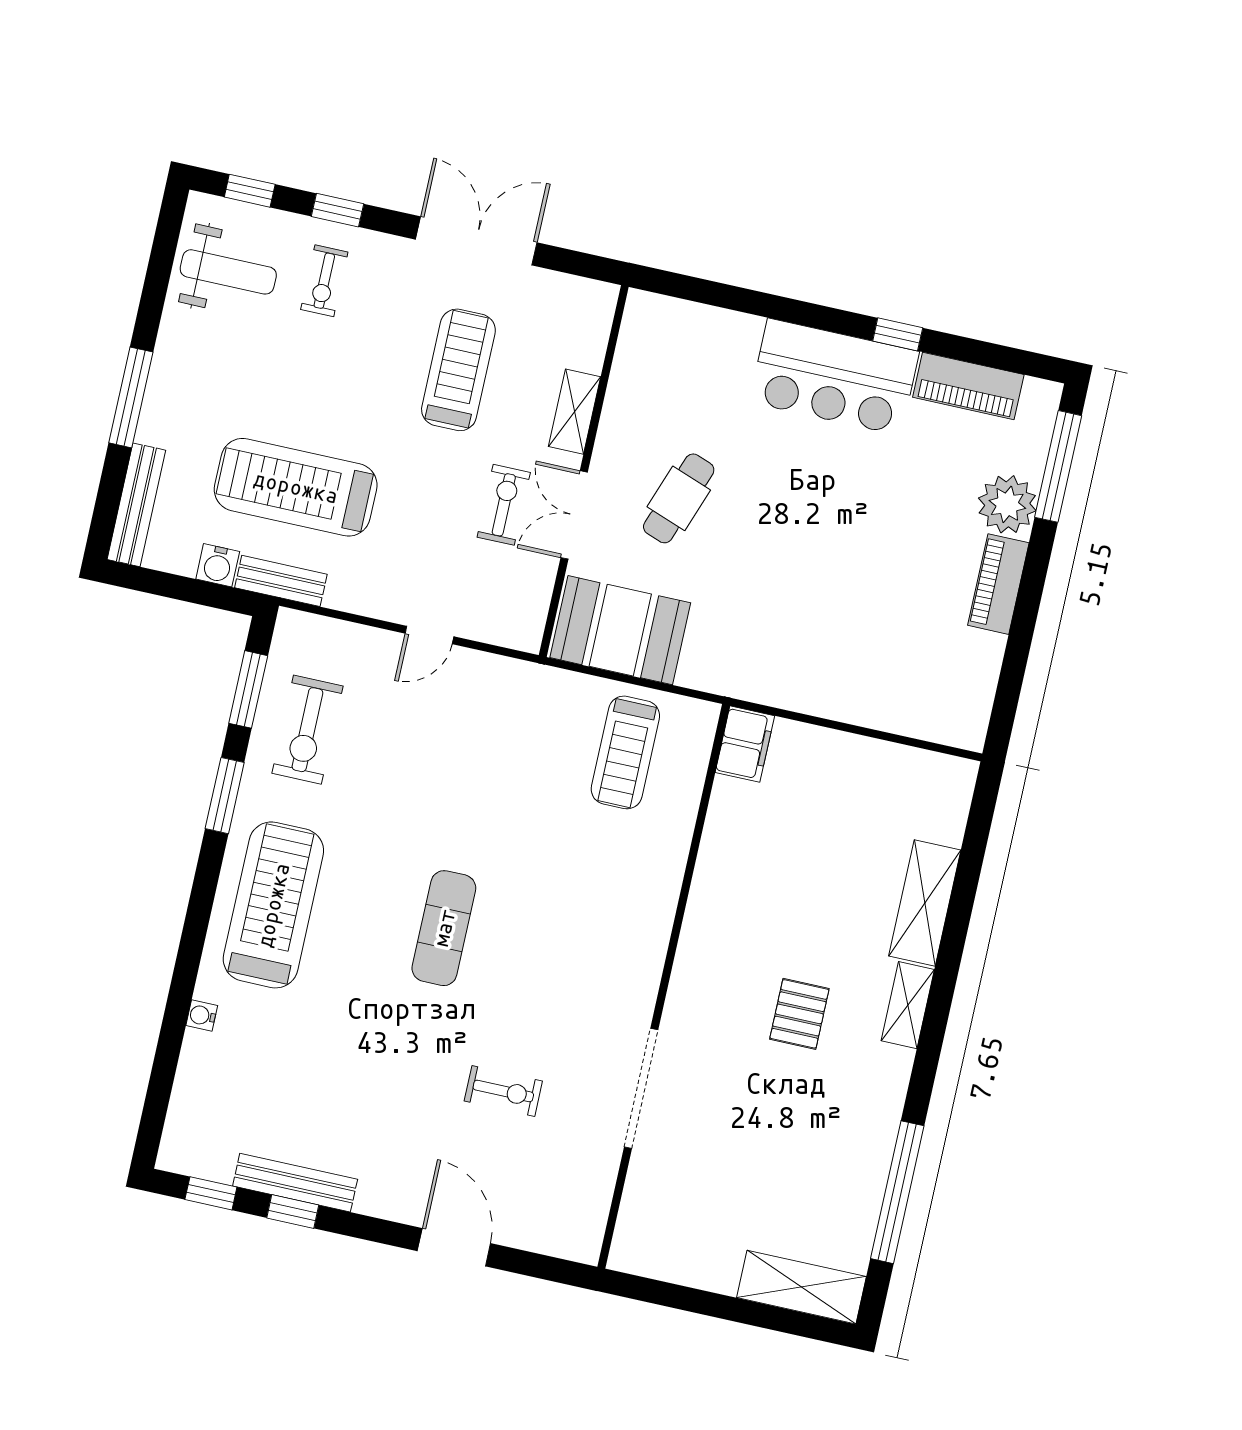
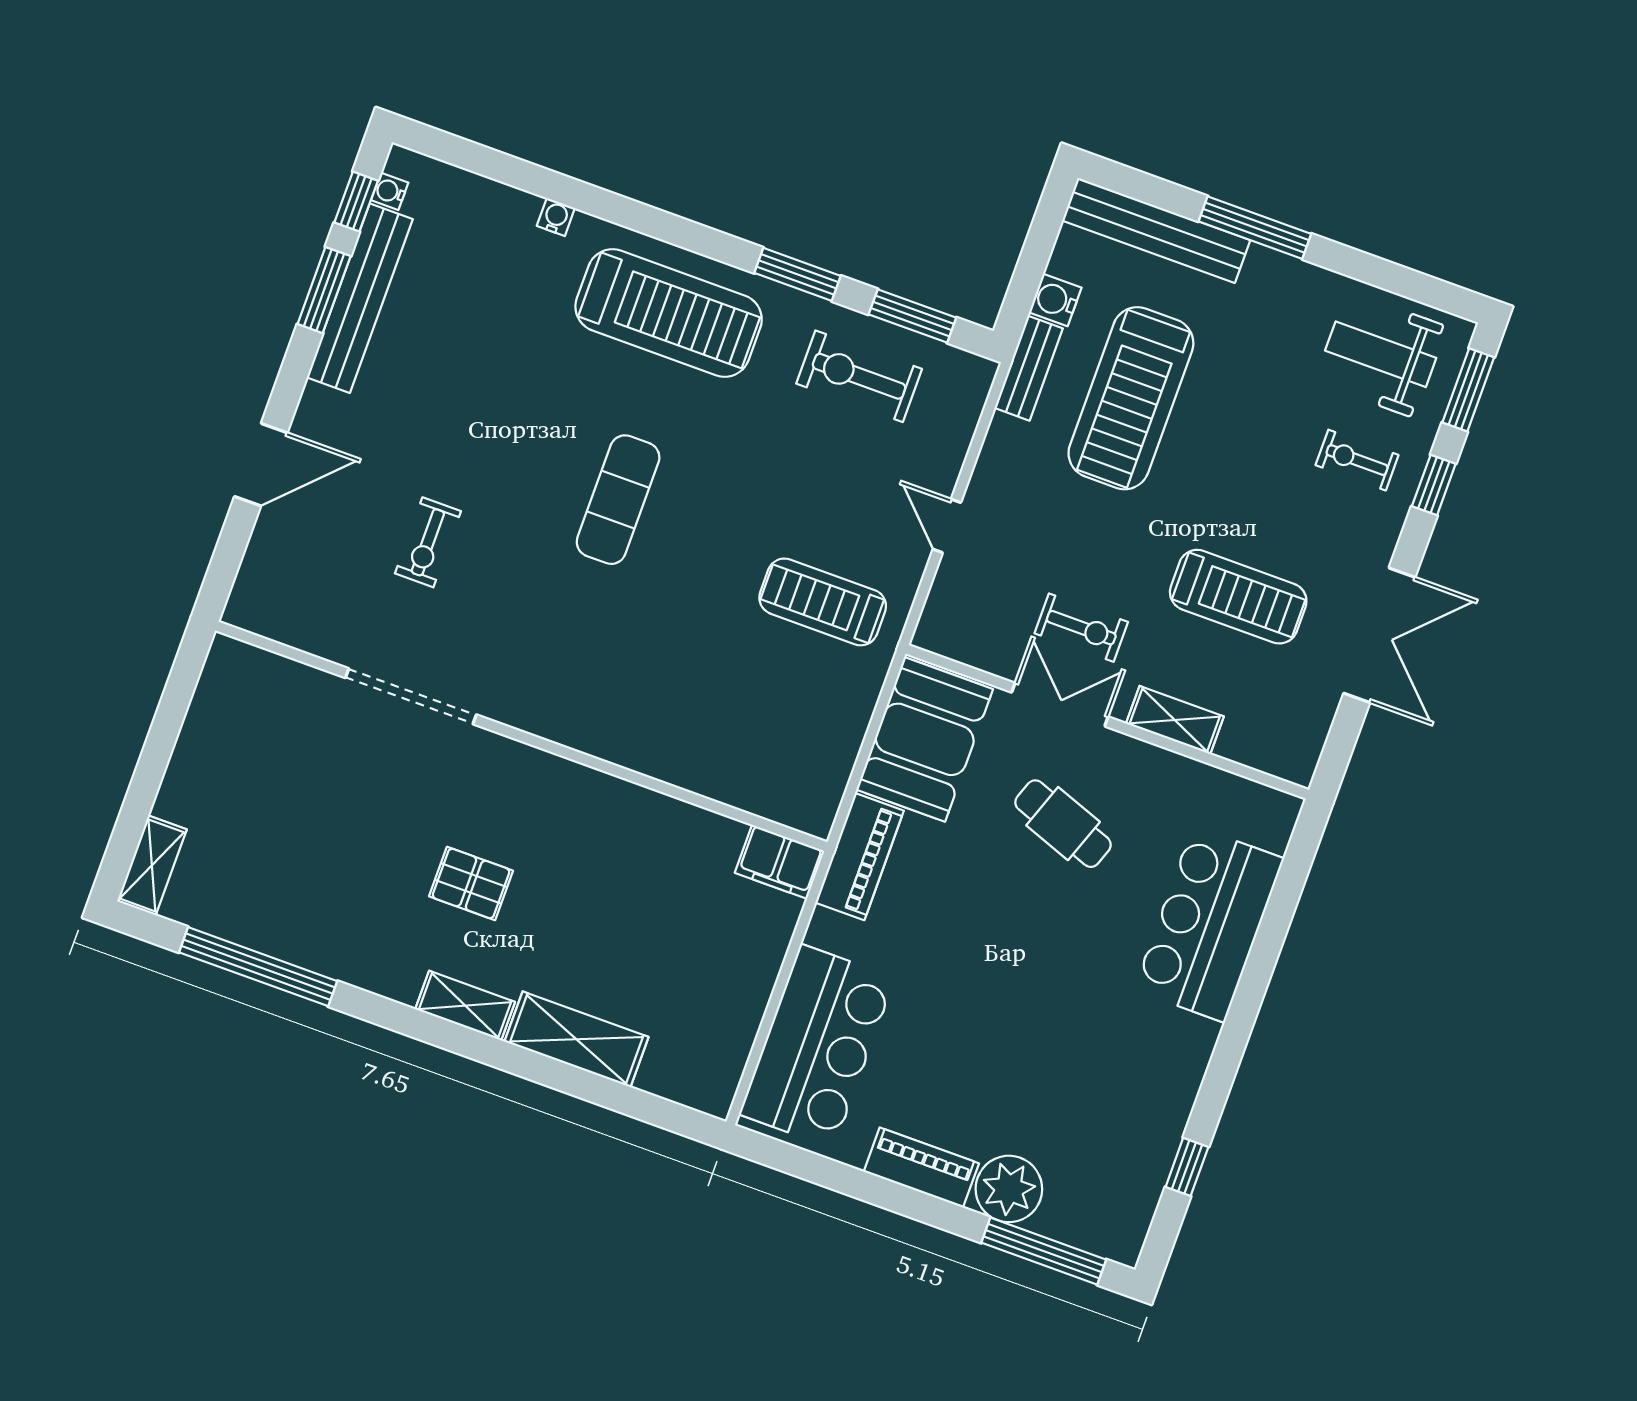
window: (250, 191) -> (1468, 390), width x1.50
weight bench: (228, 272) -> (1381, 354), turned 90
window: (898, 334) -> (1187, 1167), moved
bar counter: (834, 377) -> (1209, 924), moved
piano: (968, 386) -> (860, 857), moved, turned 180
treadmill: (296, 487) -> (1131, 398), turned 180
bench: (136, 505) -> (1156, 230), width x1.37, depth x1.21
bar counter: (903, 690) -> (817, 1046), added
treadmill: (625, 752) -> (823, 602), moved
exercise mat: (444, 928) -> (618, 500), turned 90
water cooler: (198, 1165) -> (390, 191), added
bench: (295, 1183) -> (360, 298), width x1.37, depth x1.21
window: (293, 1211) -> (324, 290), width x1.50
shelving: (801, 1287) -> (152, 865), width x0.67, depth x0.75

